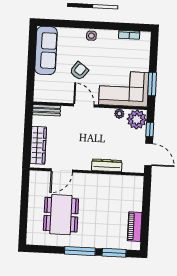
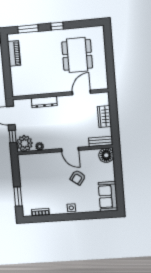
sofa: (46, 50) -> (108, 196), width x0.73
window: (152, 84) -> (18, 197), moved
corner sofa: (124, 89) -> (39, 168), removed
floor lamp: (42, 93) -> (106, 155), added
wardrobe: (38, 145) -> (104, 116), width x0.67
window: (80, 251) -> (57, 26), width x0.46

